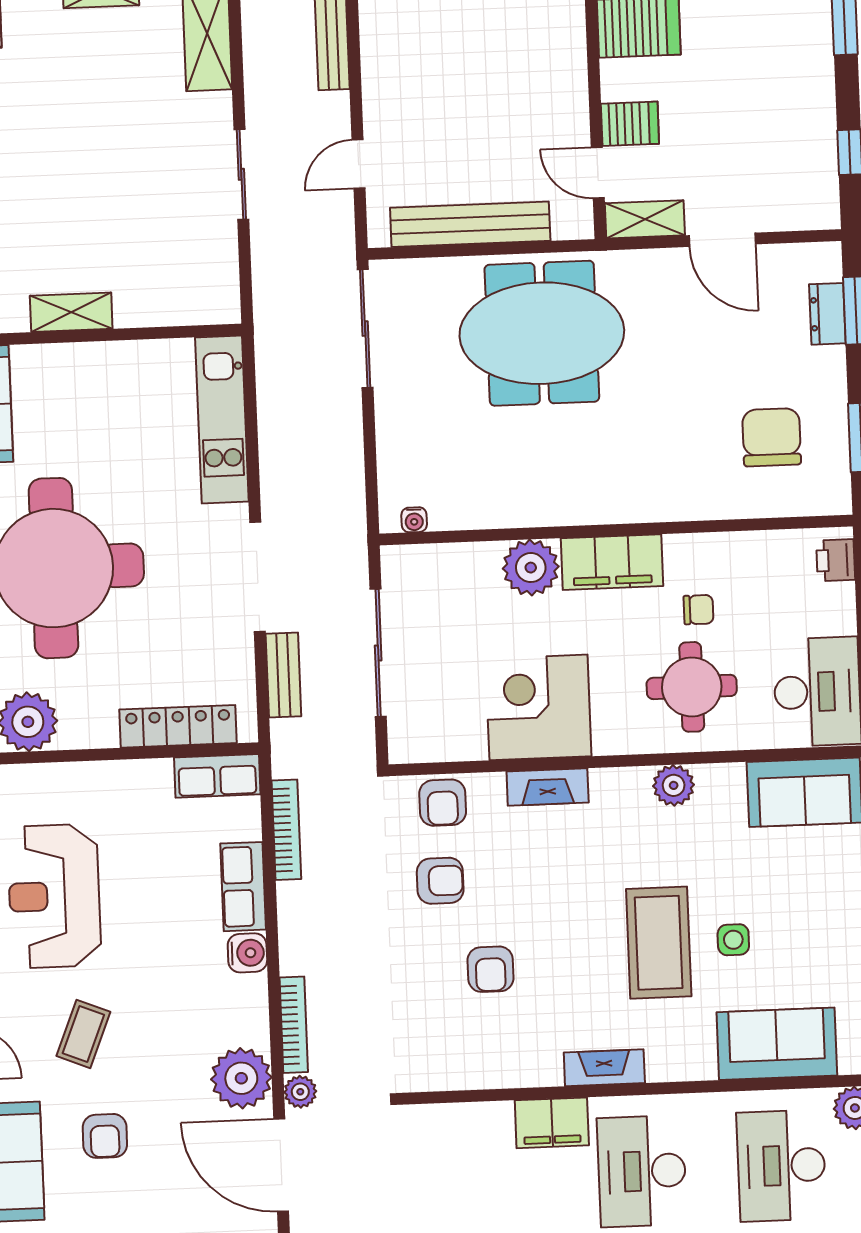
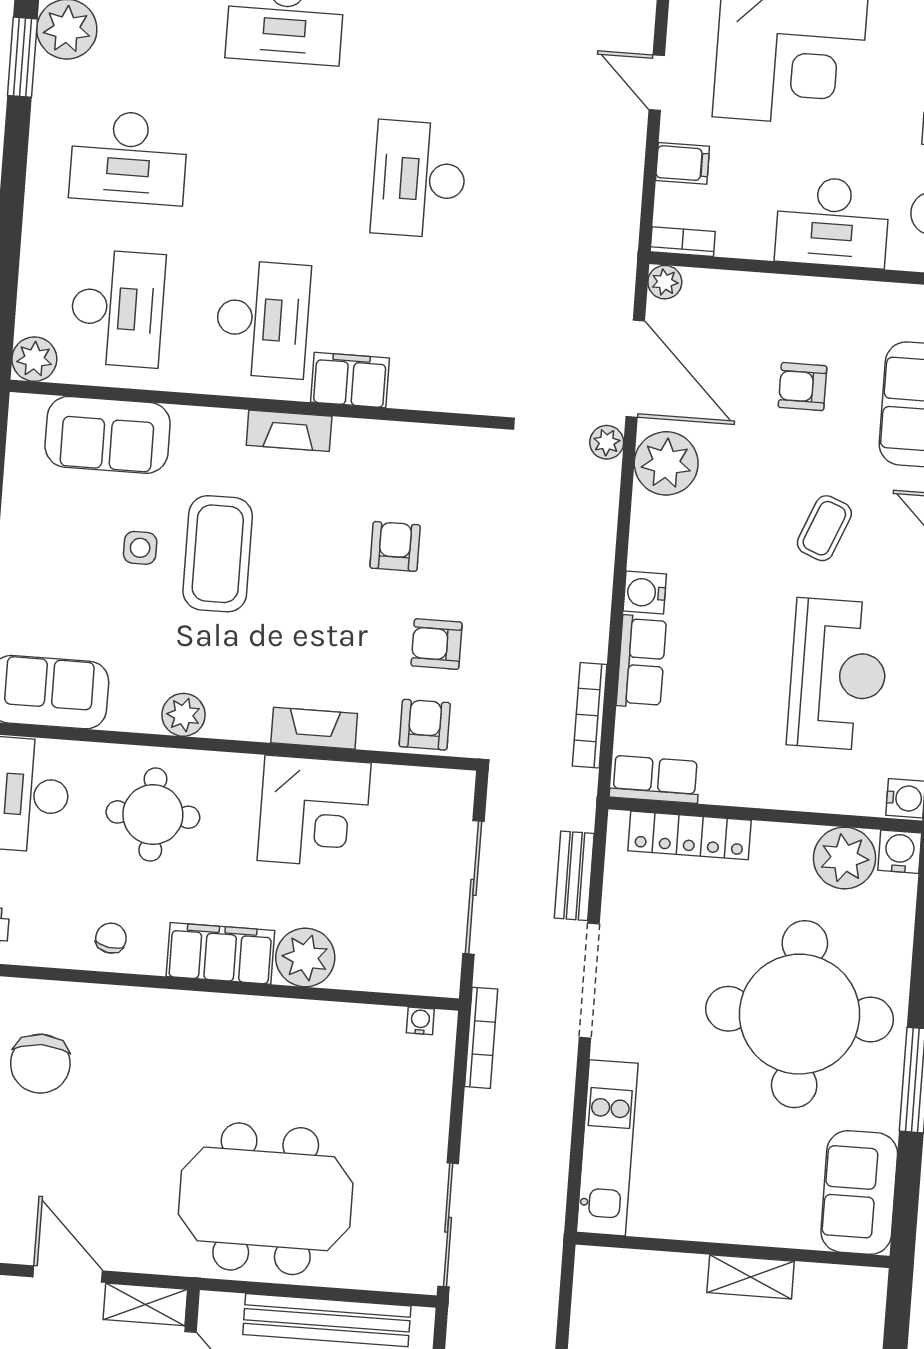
chair: (698, 610) -> (111, 938), moved, turned 99
bookcase: (294, 1025) -> (481, 1038), moved, turned 180
armchair: (105, 1136) -> (803, 387), moved, turned -90

